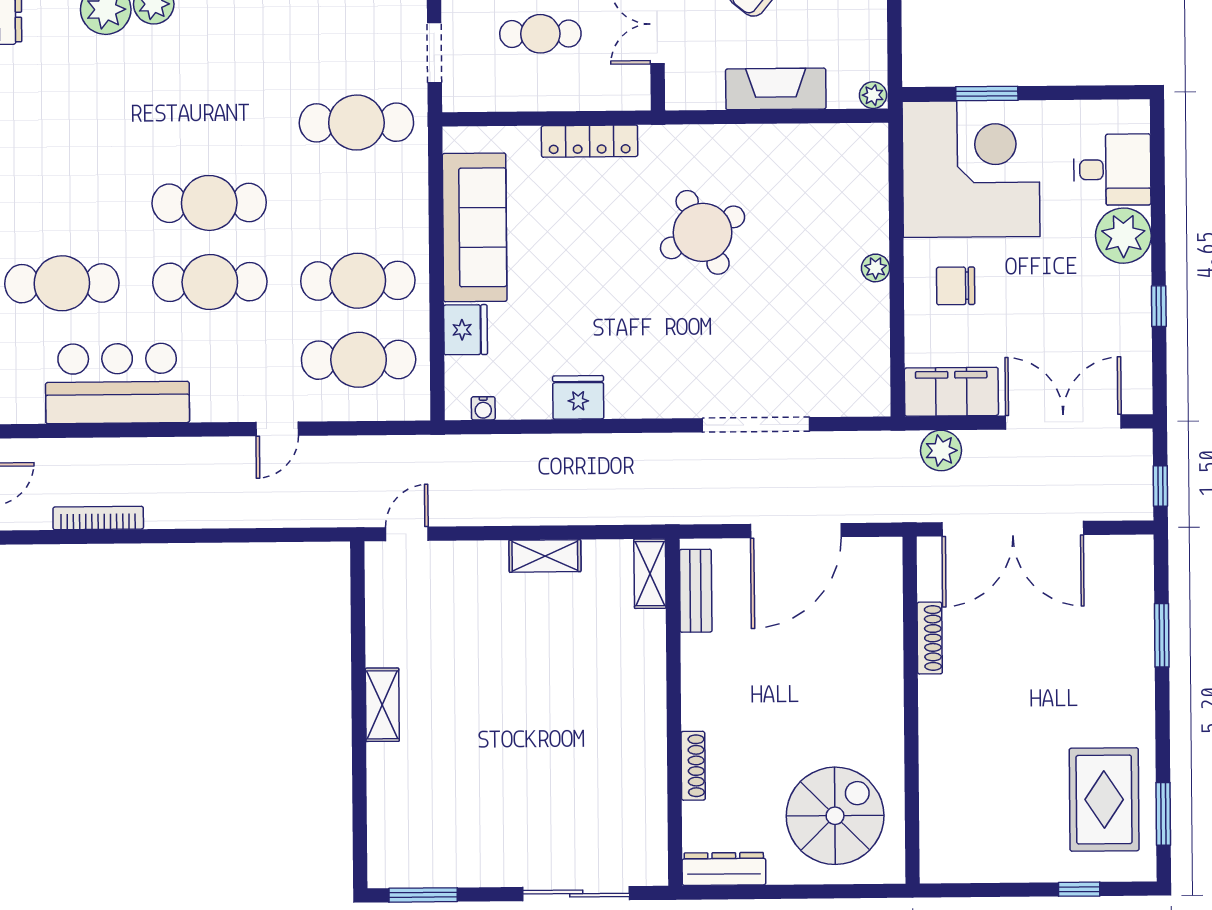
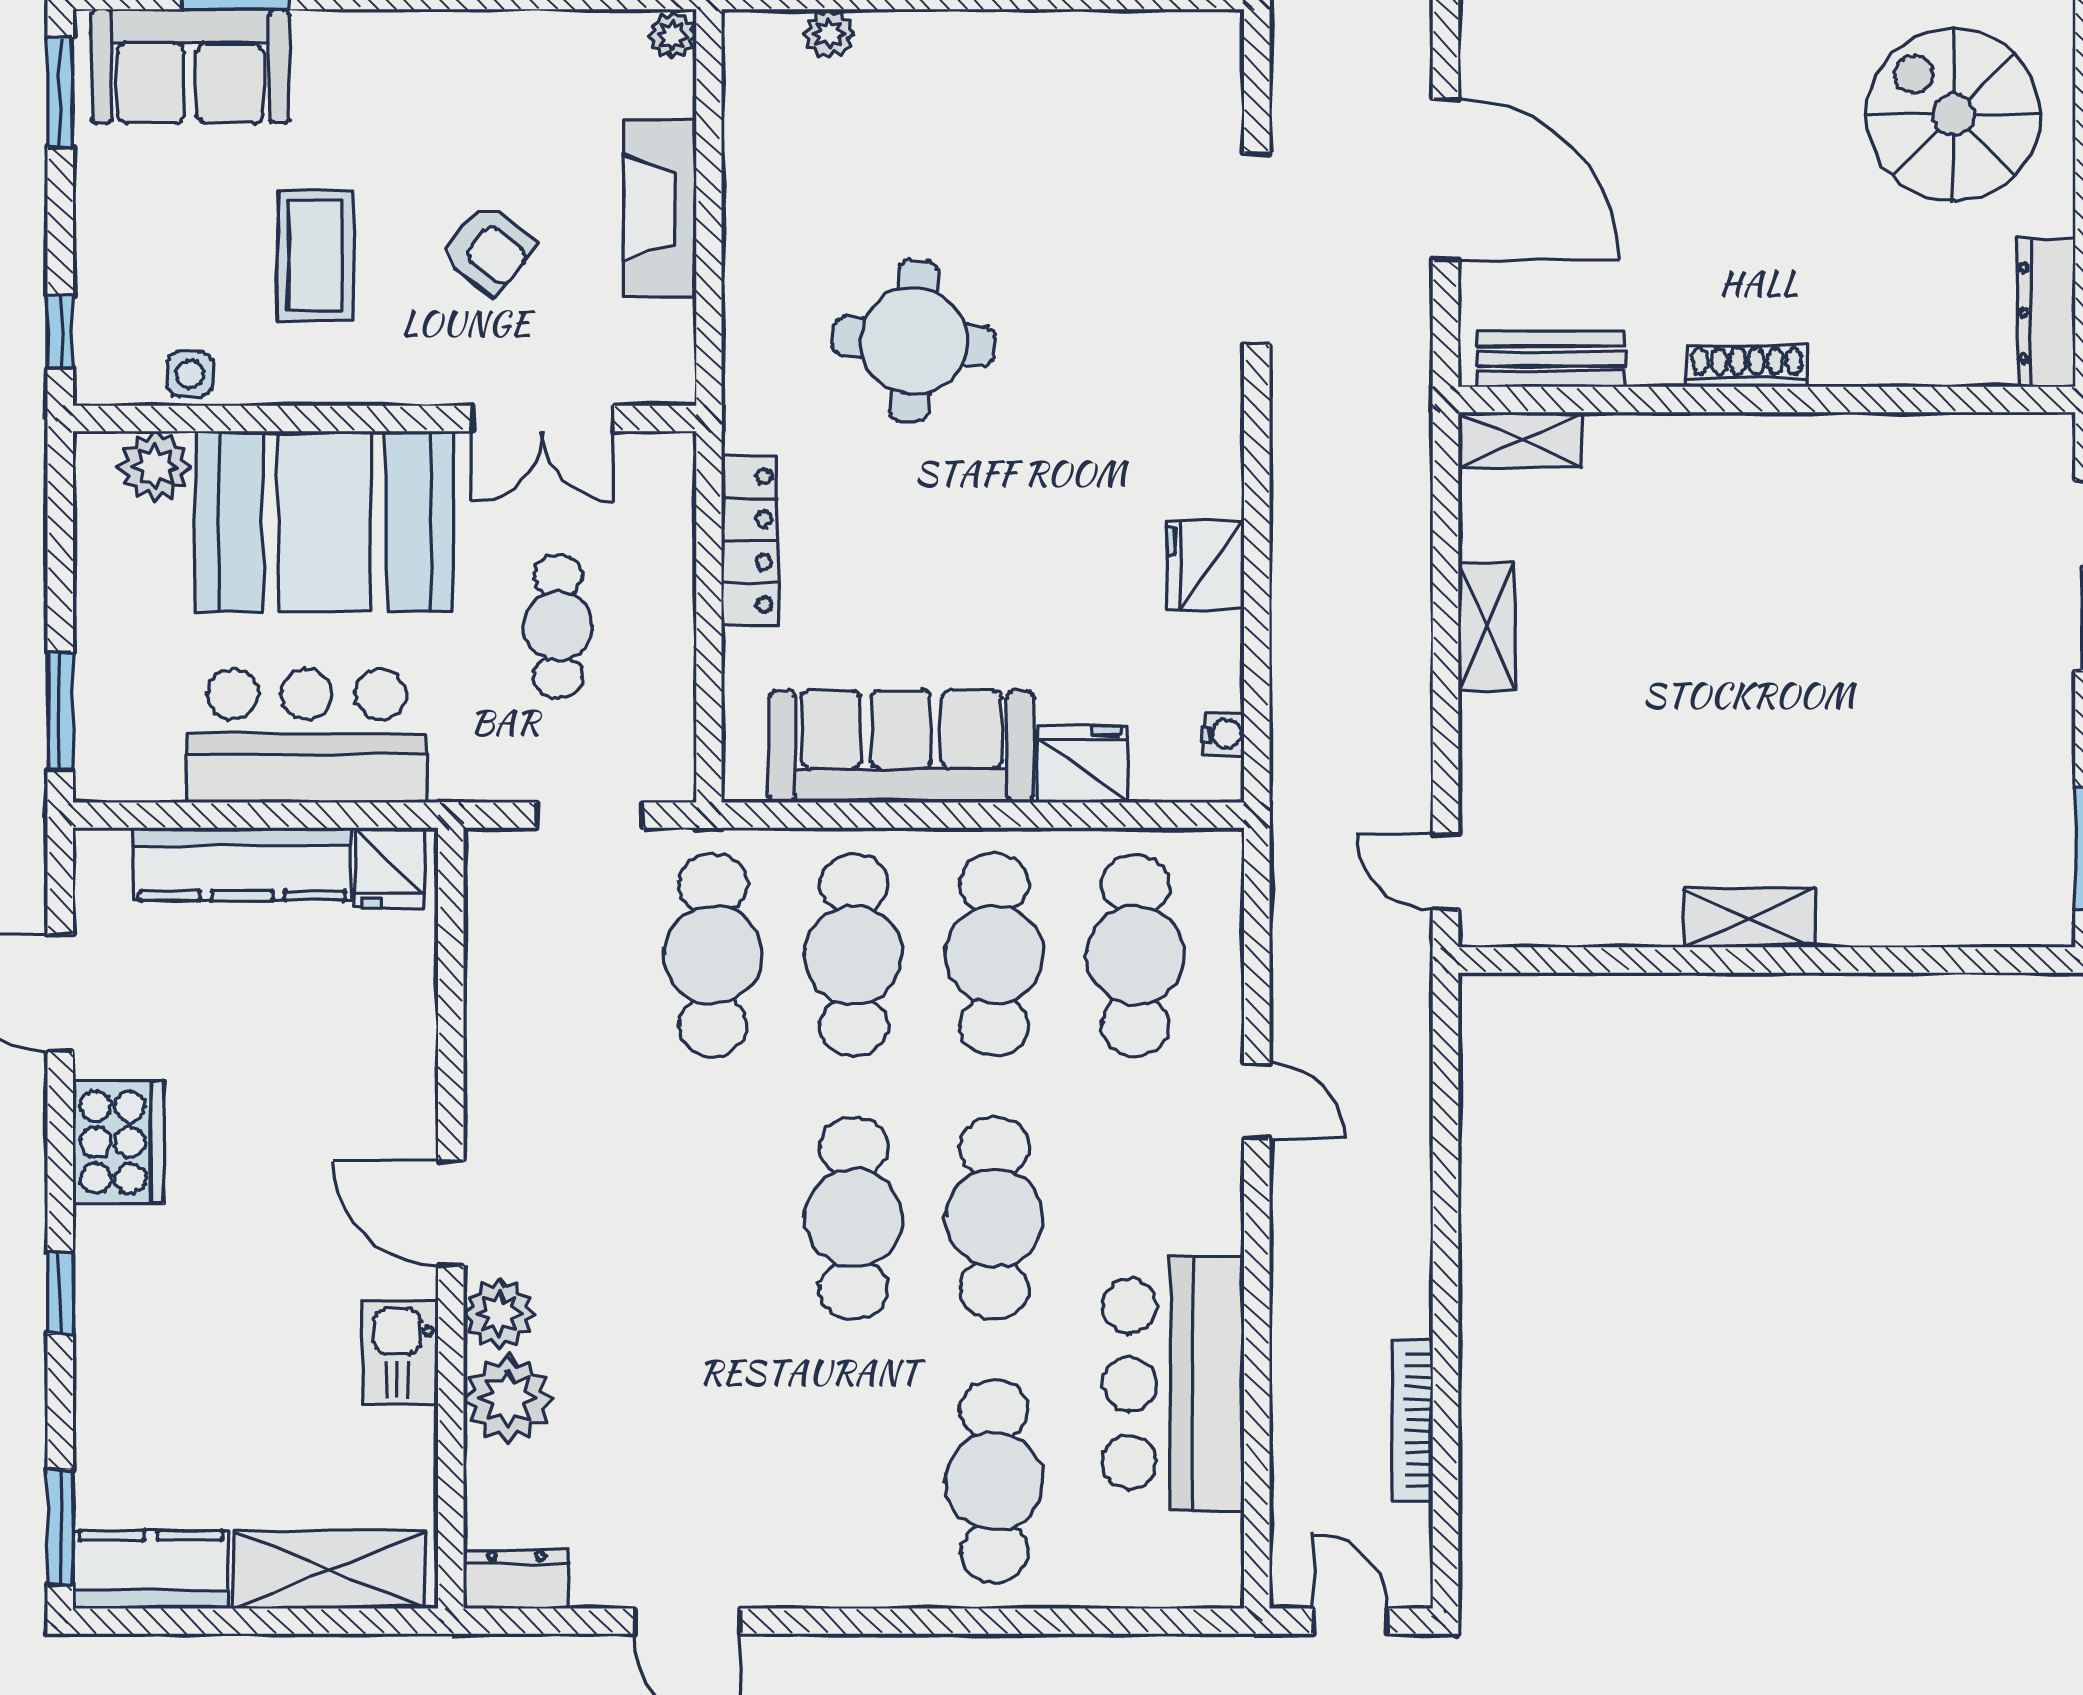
cafe table: (357, 202) -> (854, 955), added
round table: (703, 232) -> (914, 341), turned 30
plant: (875, 268) -> (829, 34), moved
shoe rack: (693, 766) -> (1747, 366), moved

